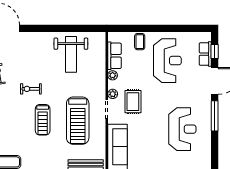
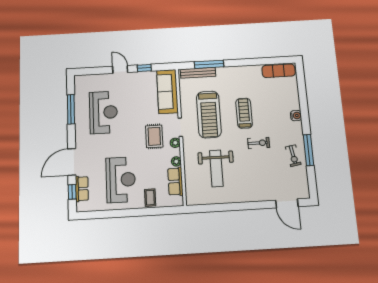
weight bench: (71, 54) -> (216, 168), moved, turned 180
reception desk: (167, 61) -> (121, 180), turned 180
window: (215, 116) -> (71, 109), moved
treadmill: (78, 121) -> (209, 114), turned 180
reception desk: (182, 129) -> (103, 112), turned 180

